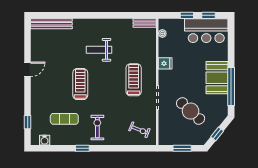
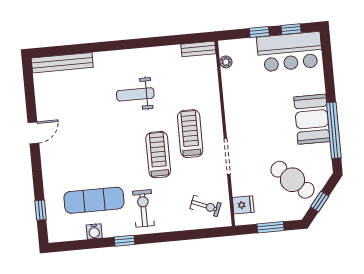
fridge: (165, 63) -> (243, 205), moved
treadmill: (80, 84) -> (158, 155), moved
cafe table: (191, 111) -> (292, 180), moved
exercise mat: (64, 119) -> (94, 200), width x1.36, depth x1.45
water cooler: (45, 140) -> (94, 231), moved

